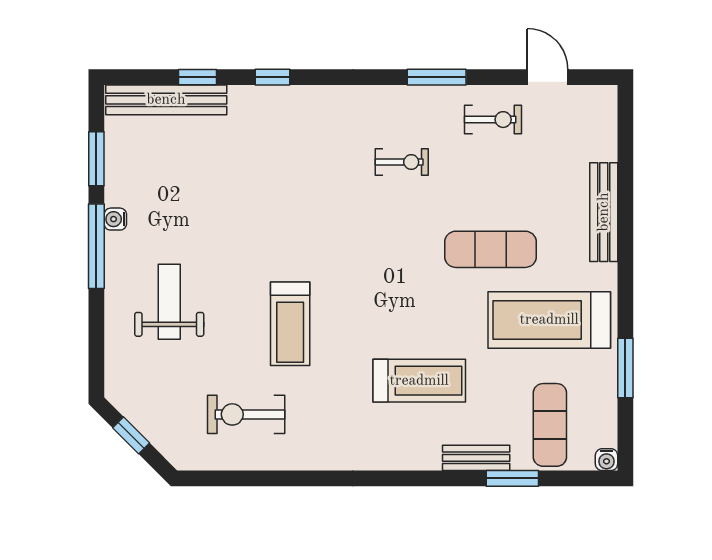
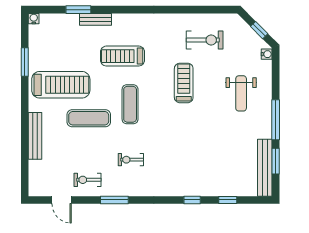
bench: (166, 100) -> (265, 168), moved, turned 90
water cooler: (115, 219) -> (267, 54), moved
exercise mat: (550, 425) -> (130, 104), moved

